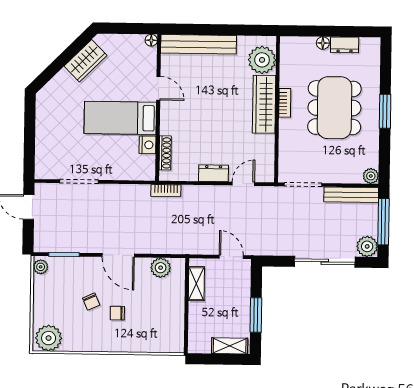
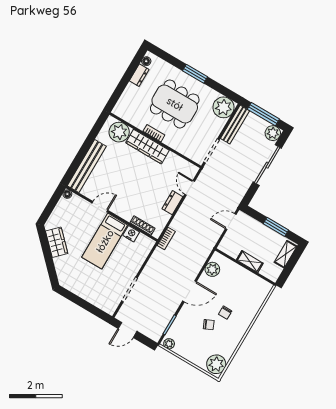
floor lamp: (323, 43) -> (146, 61), moved
plant: (371, 176) -> (223, 107), width x1.87, depth x1.87
shelving: (196, 284) -> (250, 262), moved

